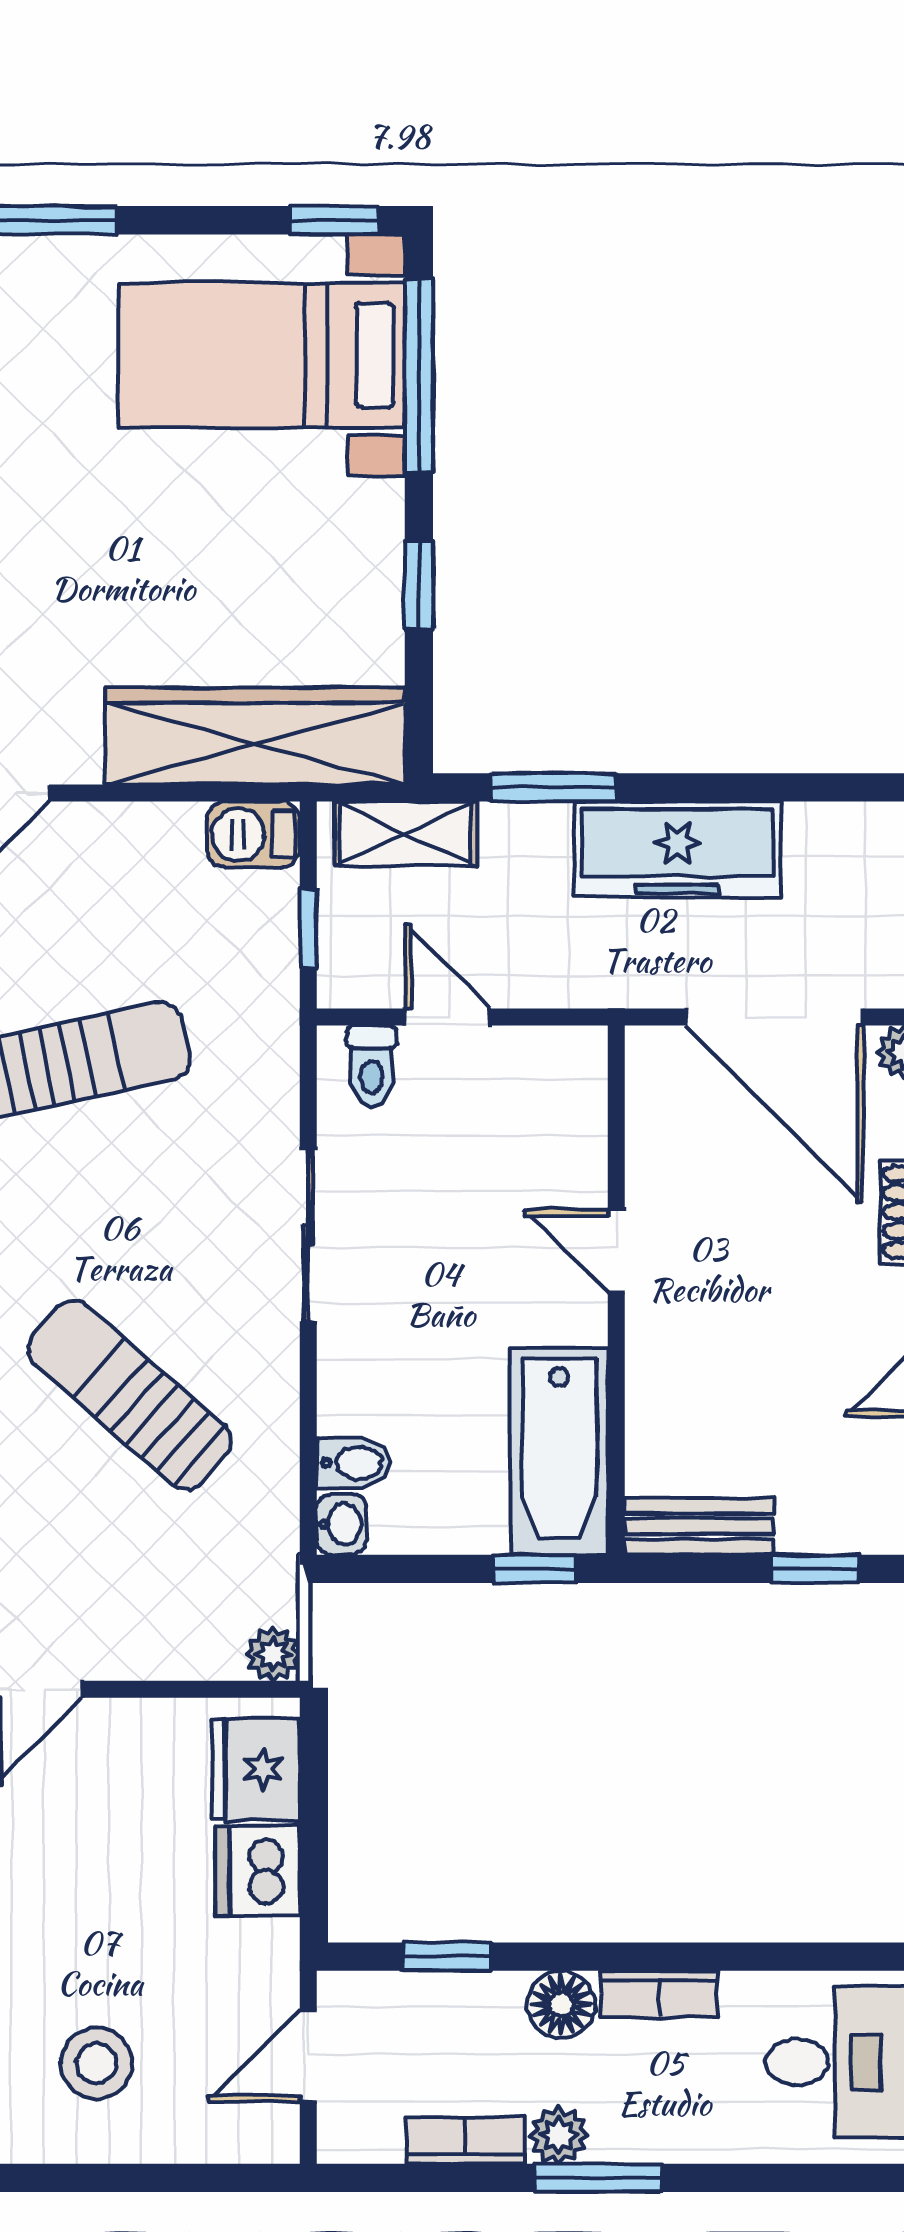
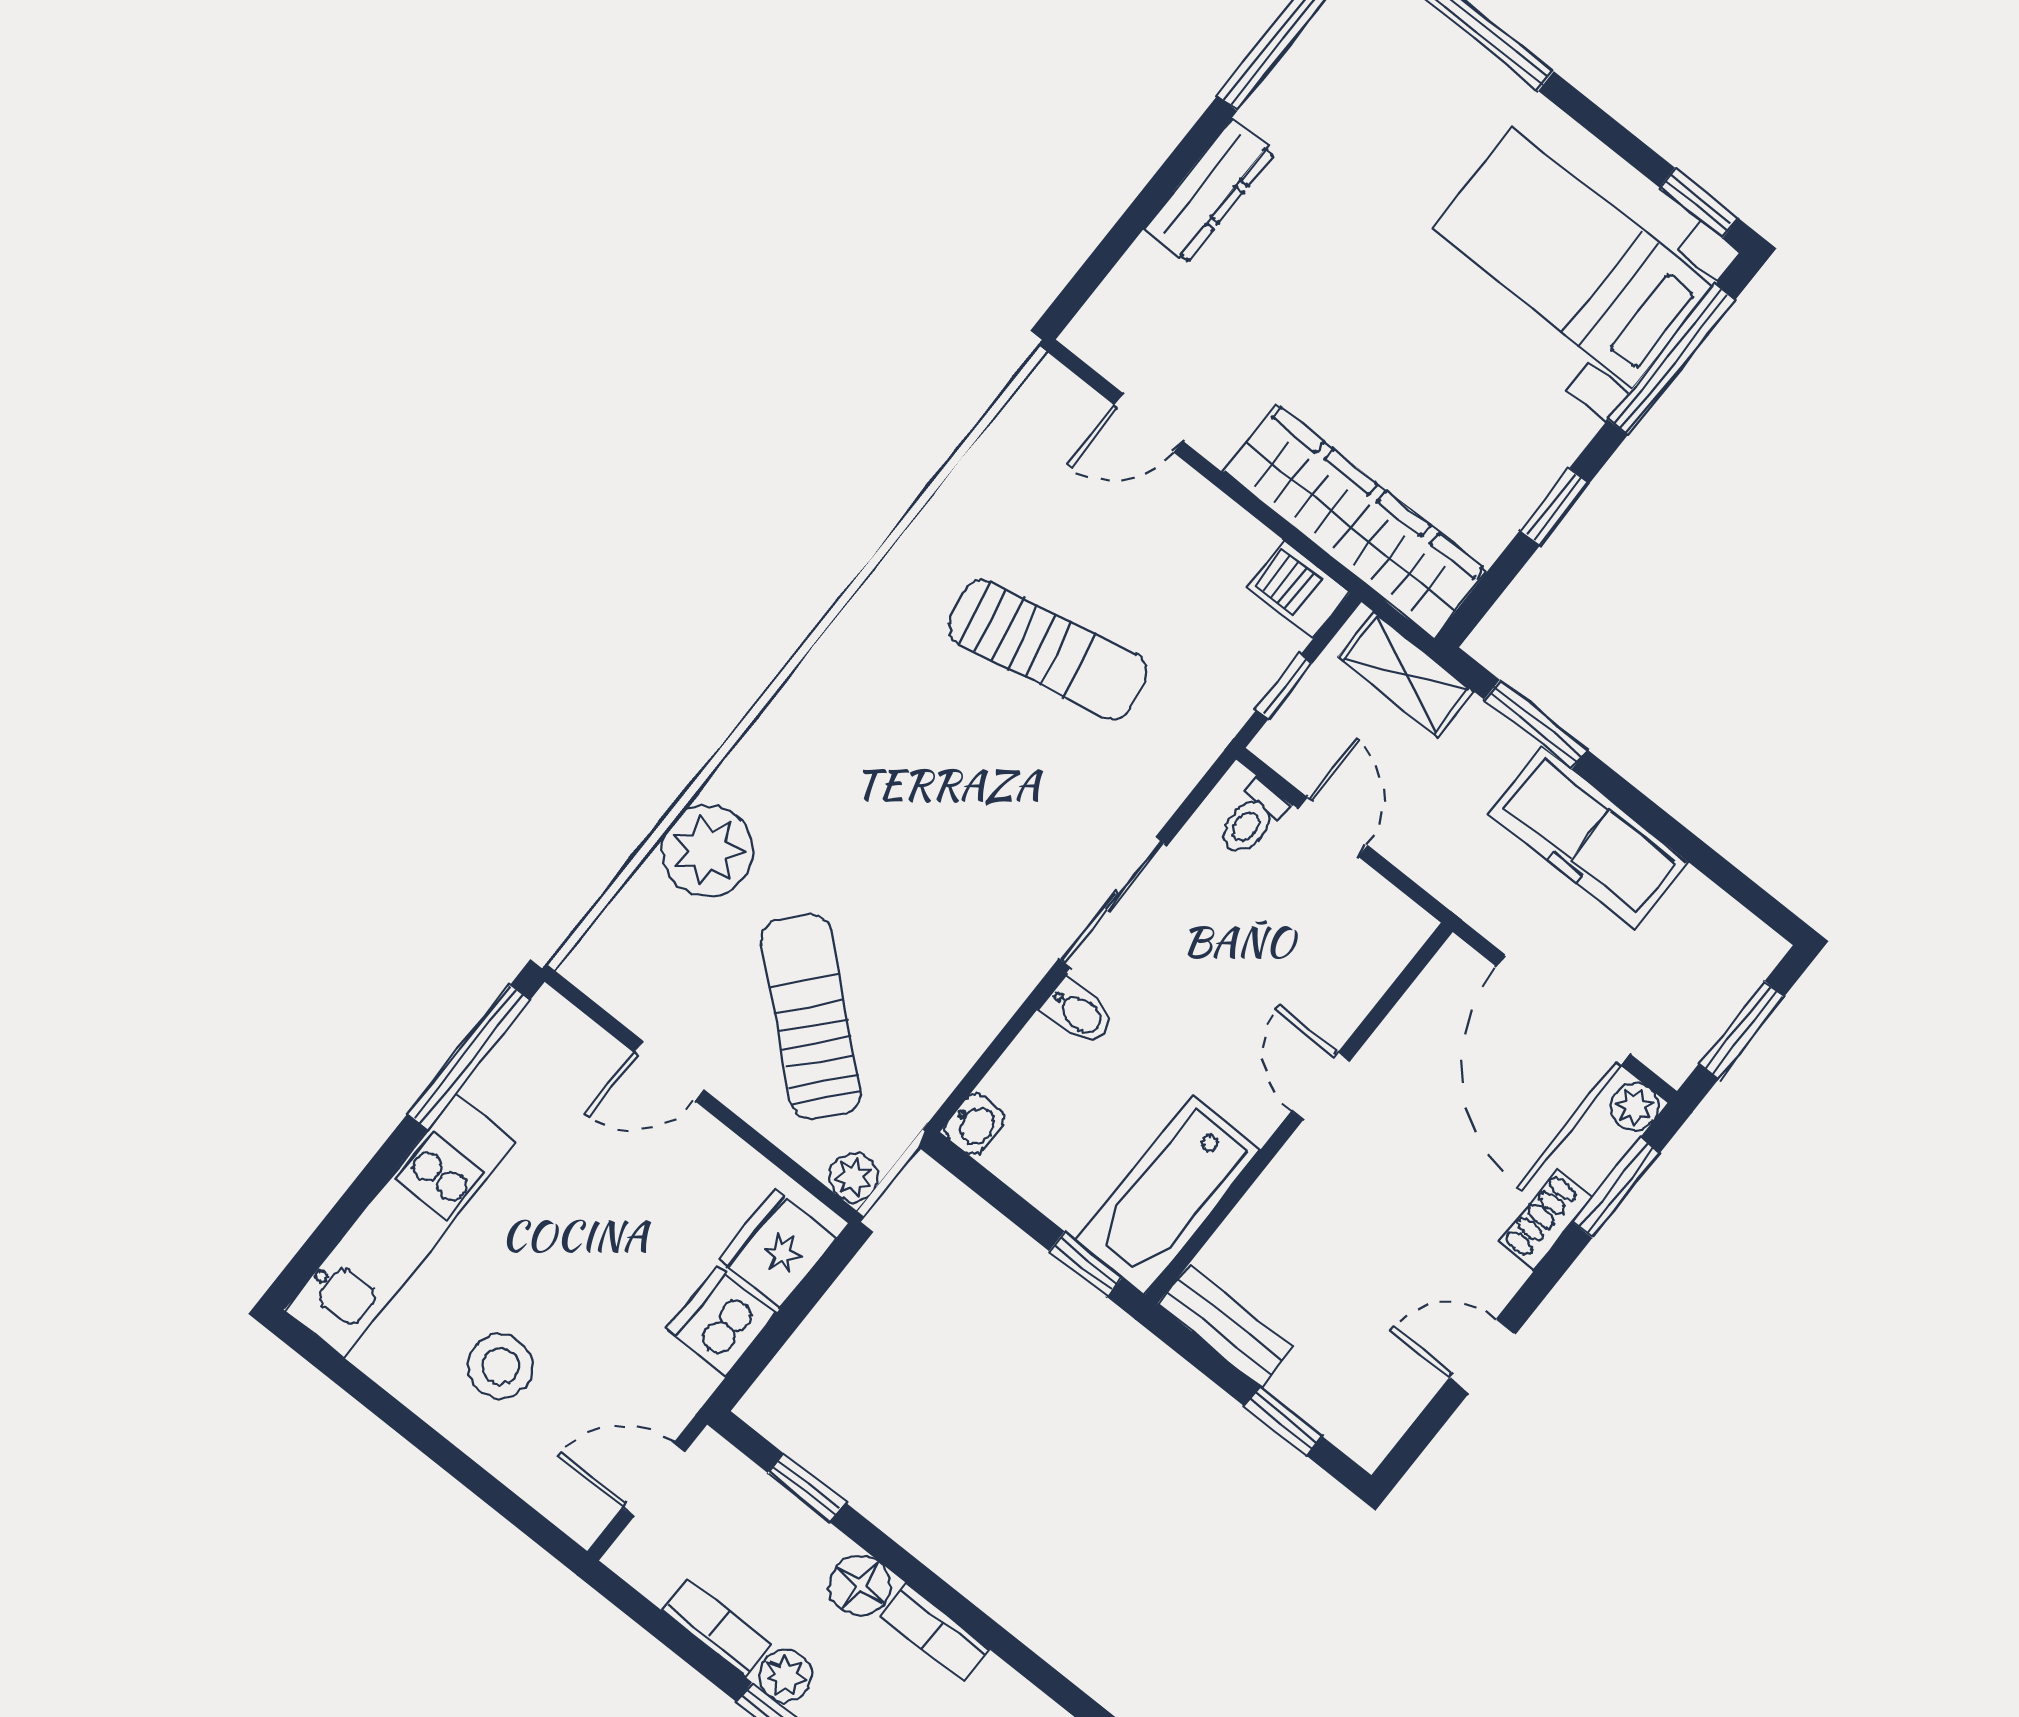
sun lounger: (129, 1395) -> (811, 1017), moved
bidet: (354, 1463) -> (1078, 1012), moved

